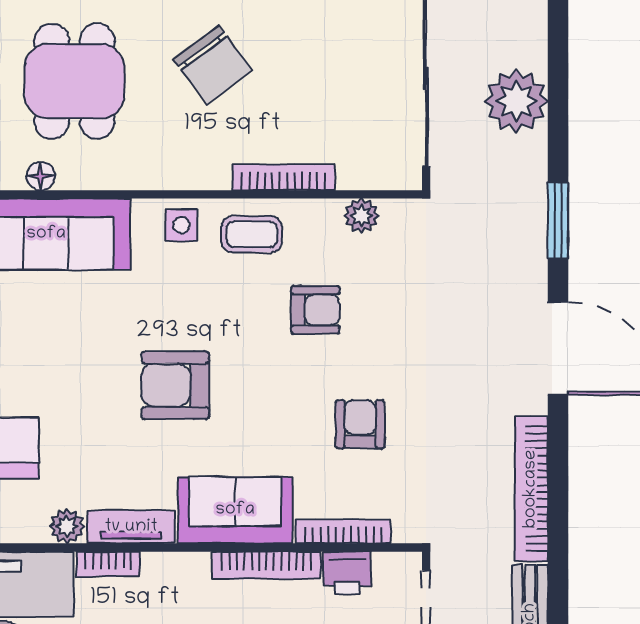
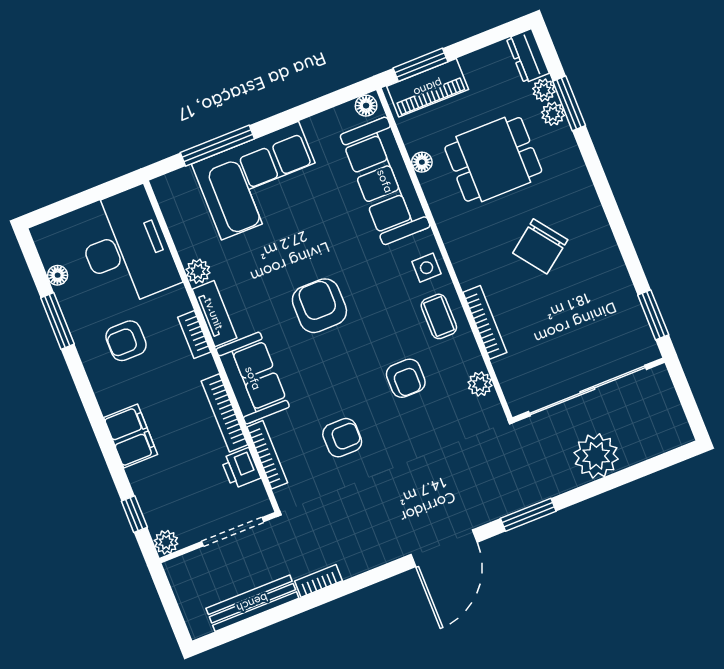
bookcase: (531, 489) -> (318, 581), width x0.43, depth x0.76
bookcase: (108, 564) -> (194, 335), moved

